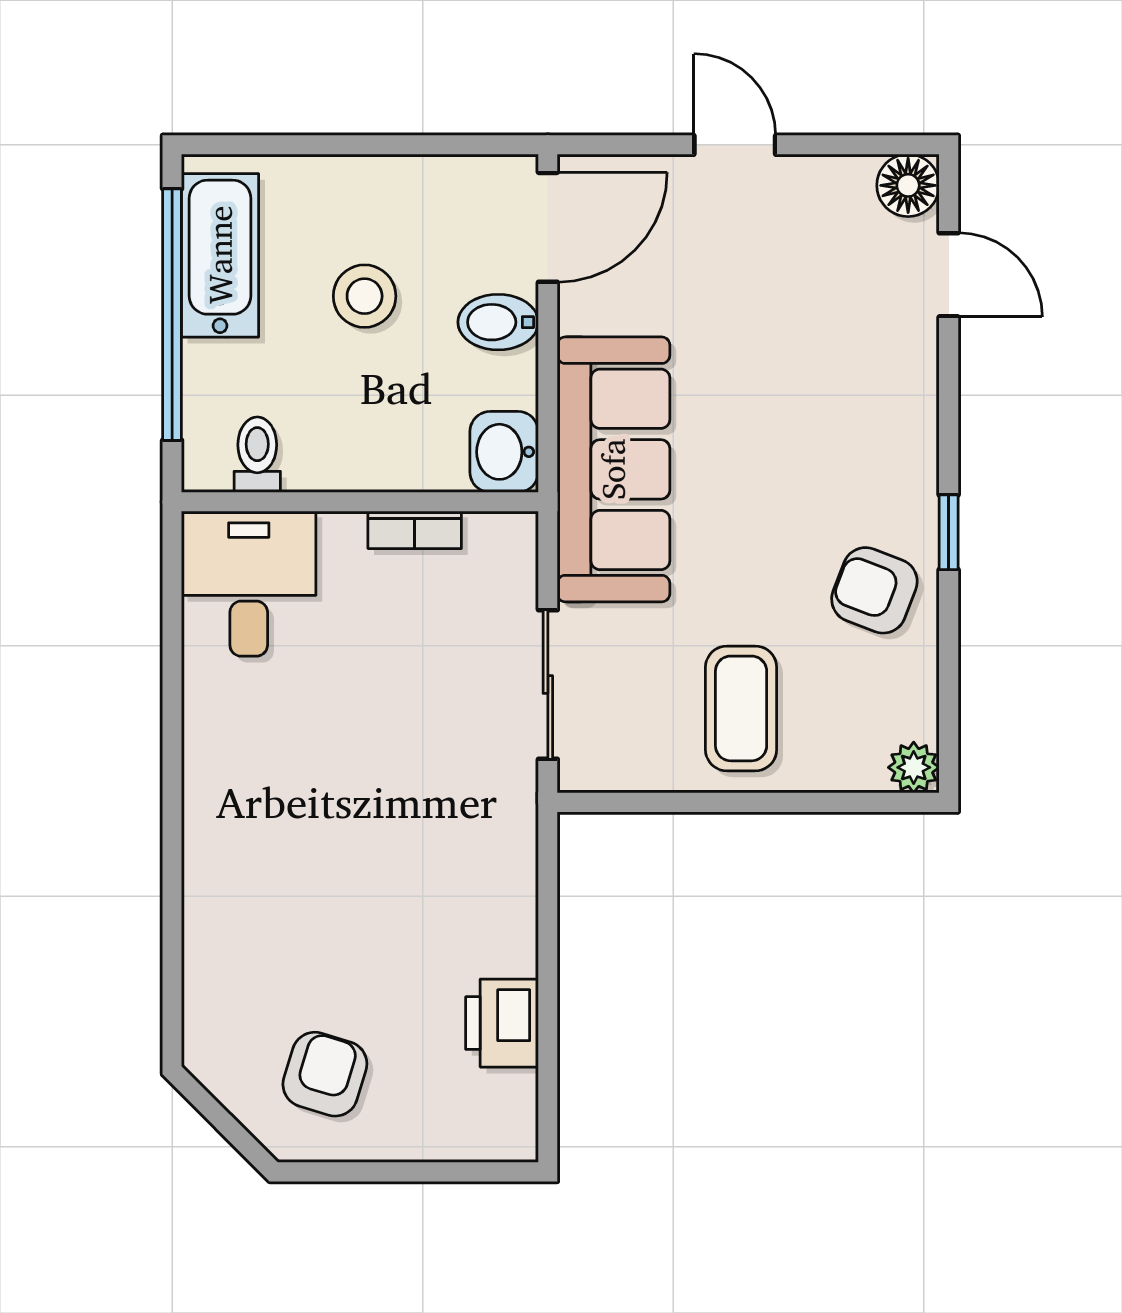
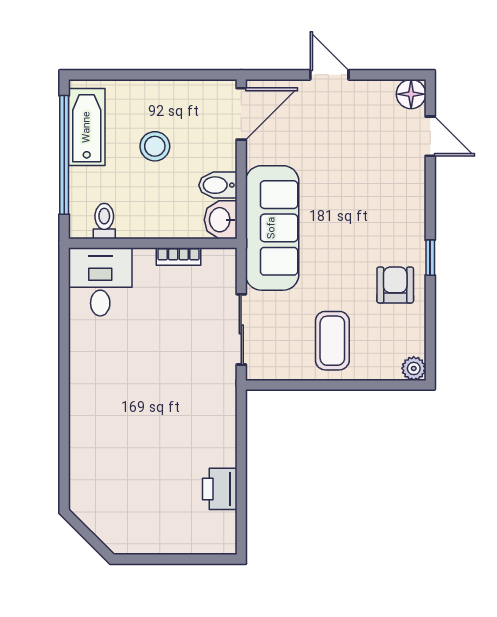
bidet: (498, 322) -> (218, 185), moved
armchair: (874, 590) -> (395, 285), turned 69
armchair: (325, 1074) -> (136, 513), removed

